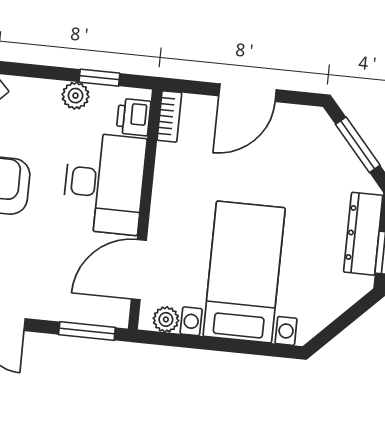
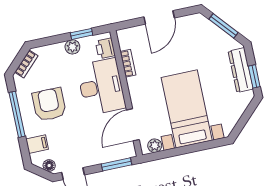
bookcase: (169, 116) -> (128, 63), moved

